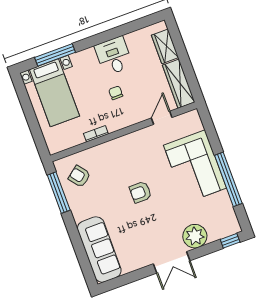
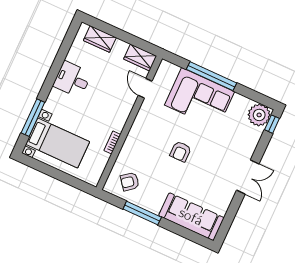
wardrobe: (179, 84) -> (140, 57), width x0.67
chair: (116, 93) -> (98, 102), removed
window: (228, 179) -> (211, 76), moved
window: (59, 193) -> (142, 213), moved
plant: (195, 236) -> (259, 115), moved

